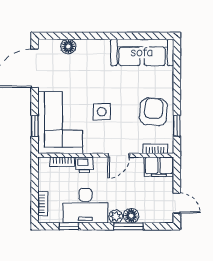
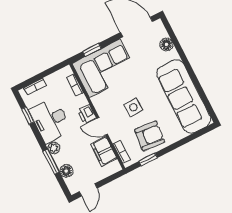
sofa: (142, 52) -> (184, 96), width x1.36, depth x1.27
side table: (102, 112) -> (133, 107), moved
printer: (84, 165) -> (87, 114), moved
filing cabinet: (159, 167) -> (104, 151), moved
floor lamp: (131, 216) -> (66, 171), moved

